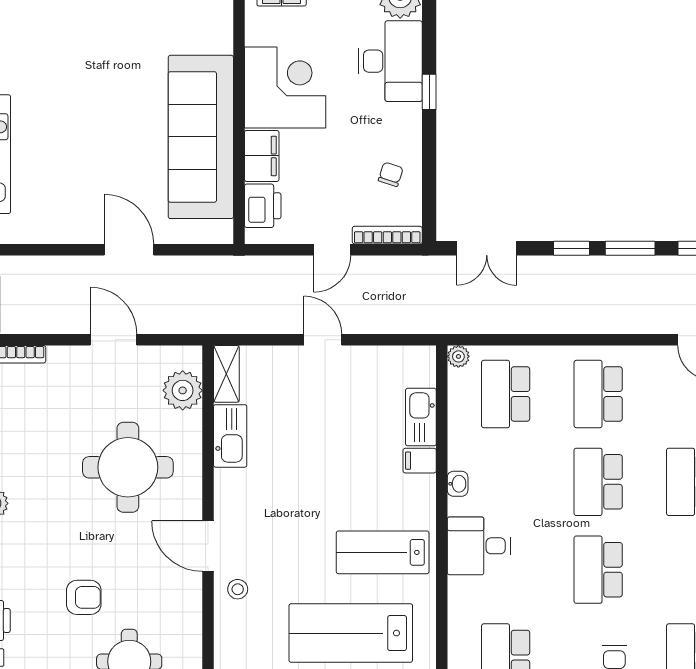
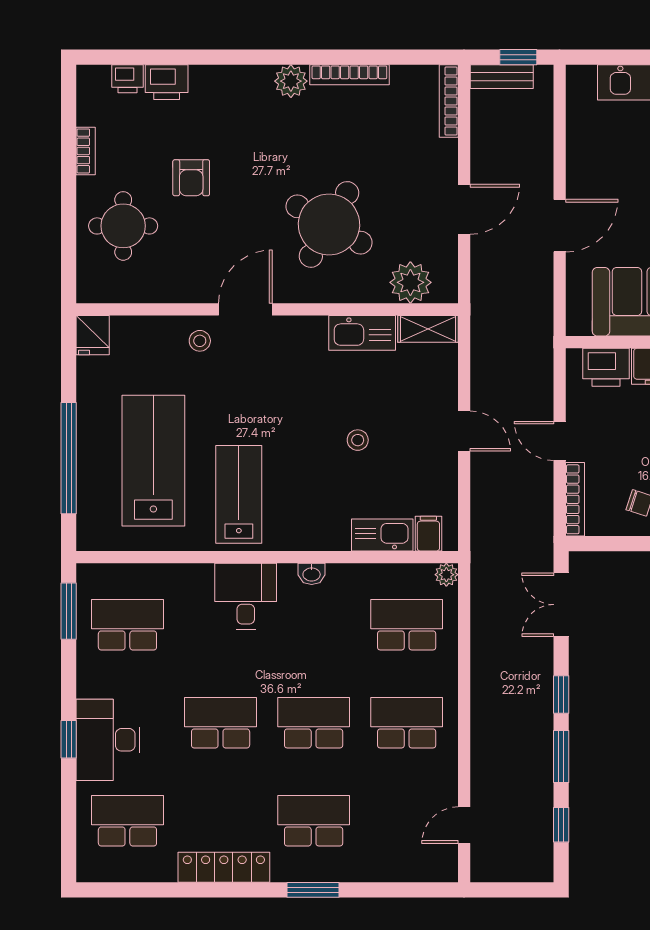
door: (323, 340) -> (464, 431), hinge flipped
stool: (331, 440) -> (358, 440), added
filing cabinet: (420, 461) -> (428, 534), moved
round table: (128, 467) -> (329, 224), turned 30

